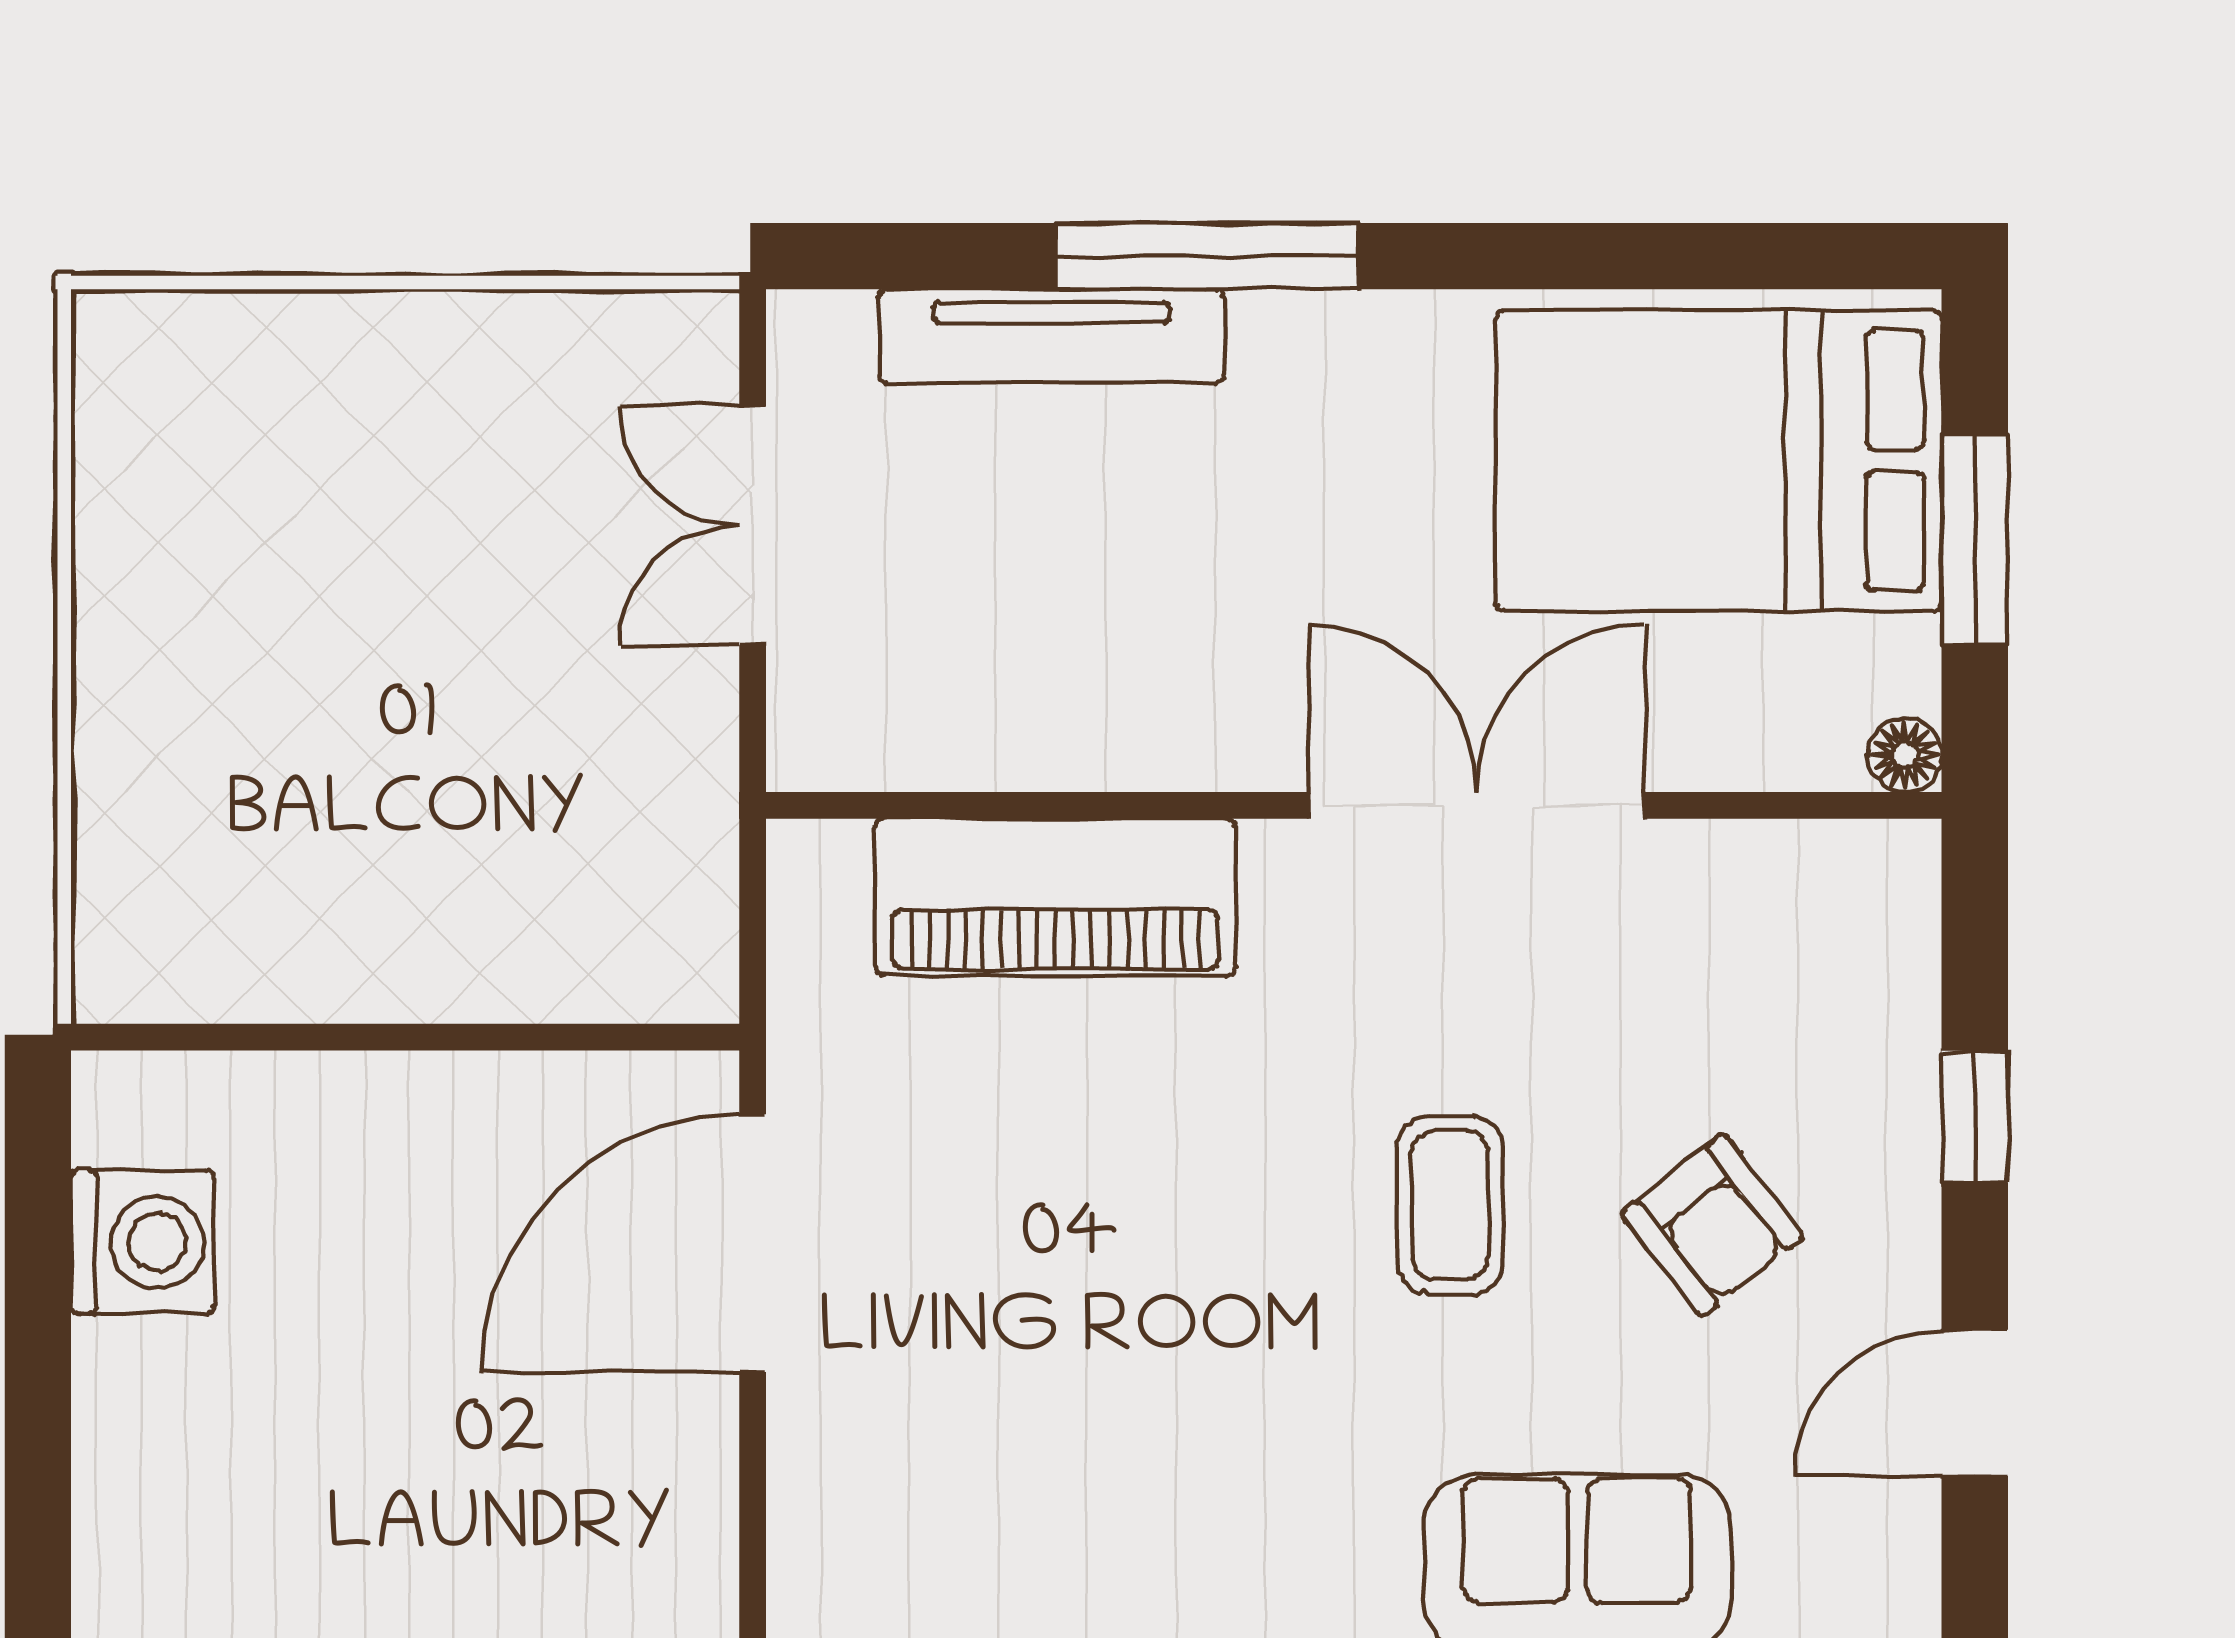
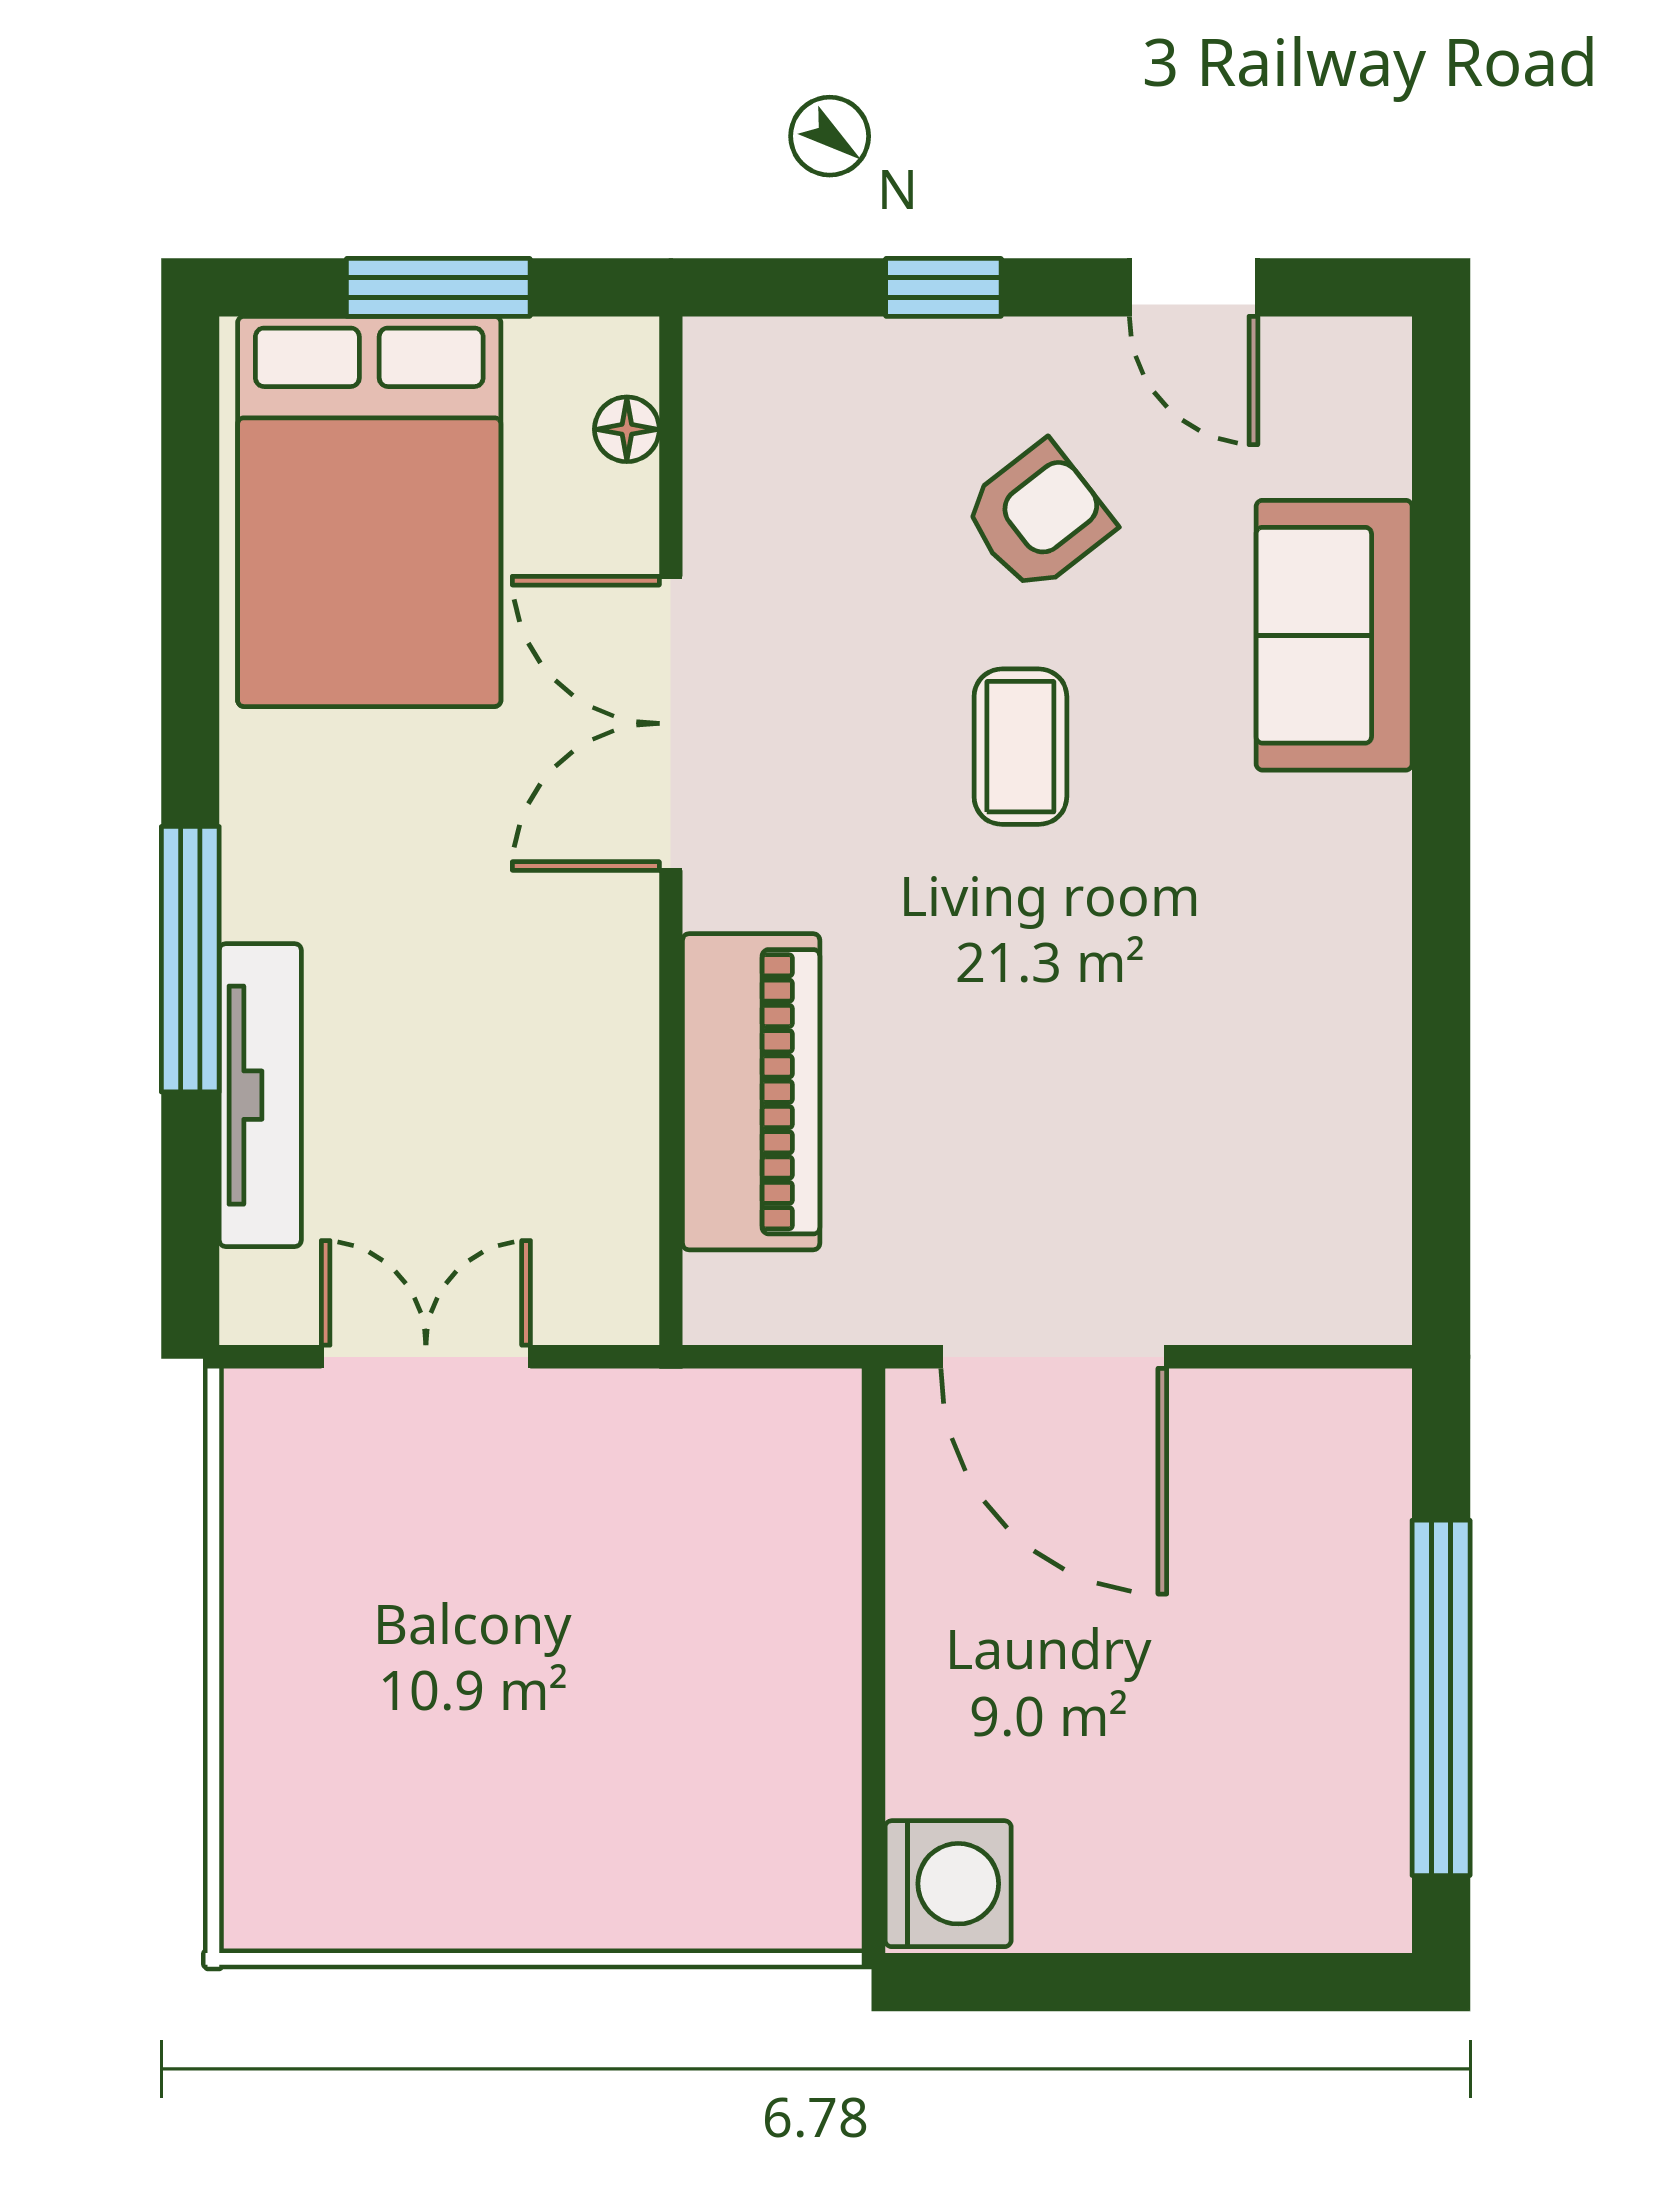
double door: (753, 525) -> (426, 1357), swing flipped
floor lamp: (1905, 755) -> (627, 429), moved
coffee table: (1450, 1205) -> (1020, 747), turned 90
washing machine: (143, 1242) -> (948, 1884), moved, turned 90

